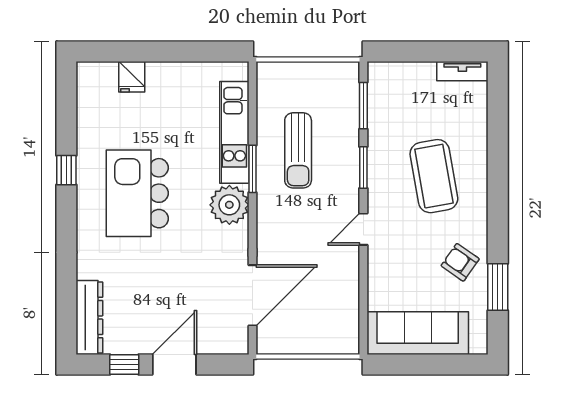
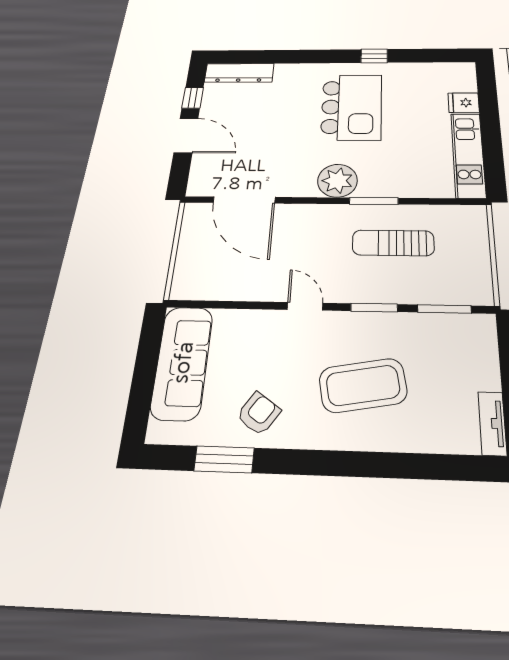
kitchen unit: (234, 132) -> (468, 155), moved, turned -90
kitchen island: (137, 193) -> (352, 107), turned 90

